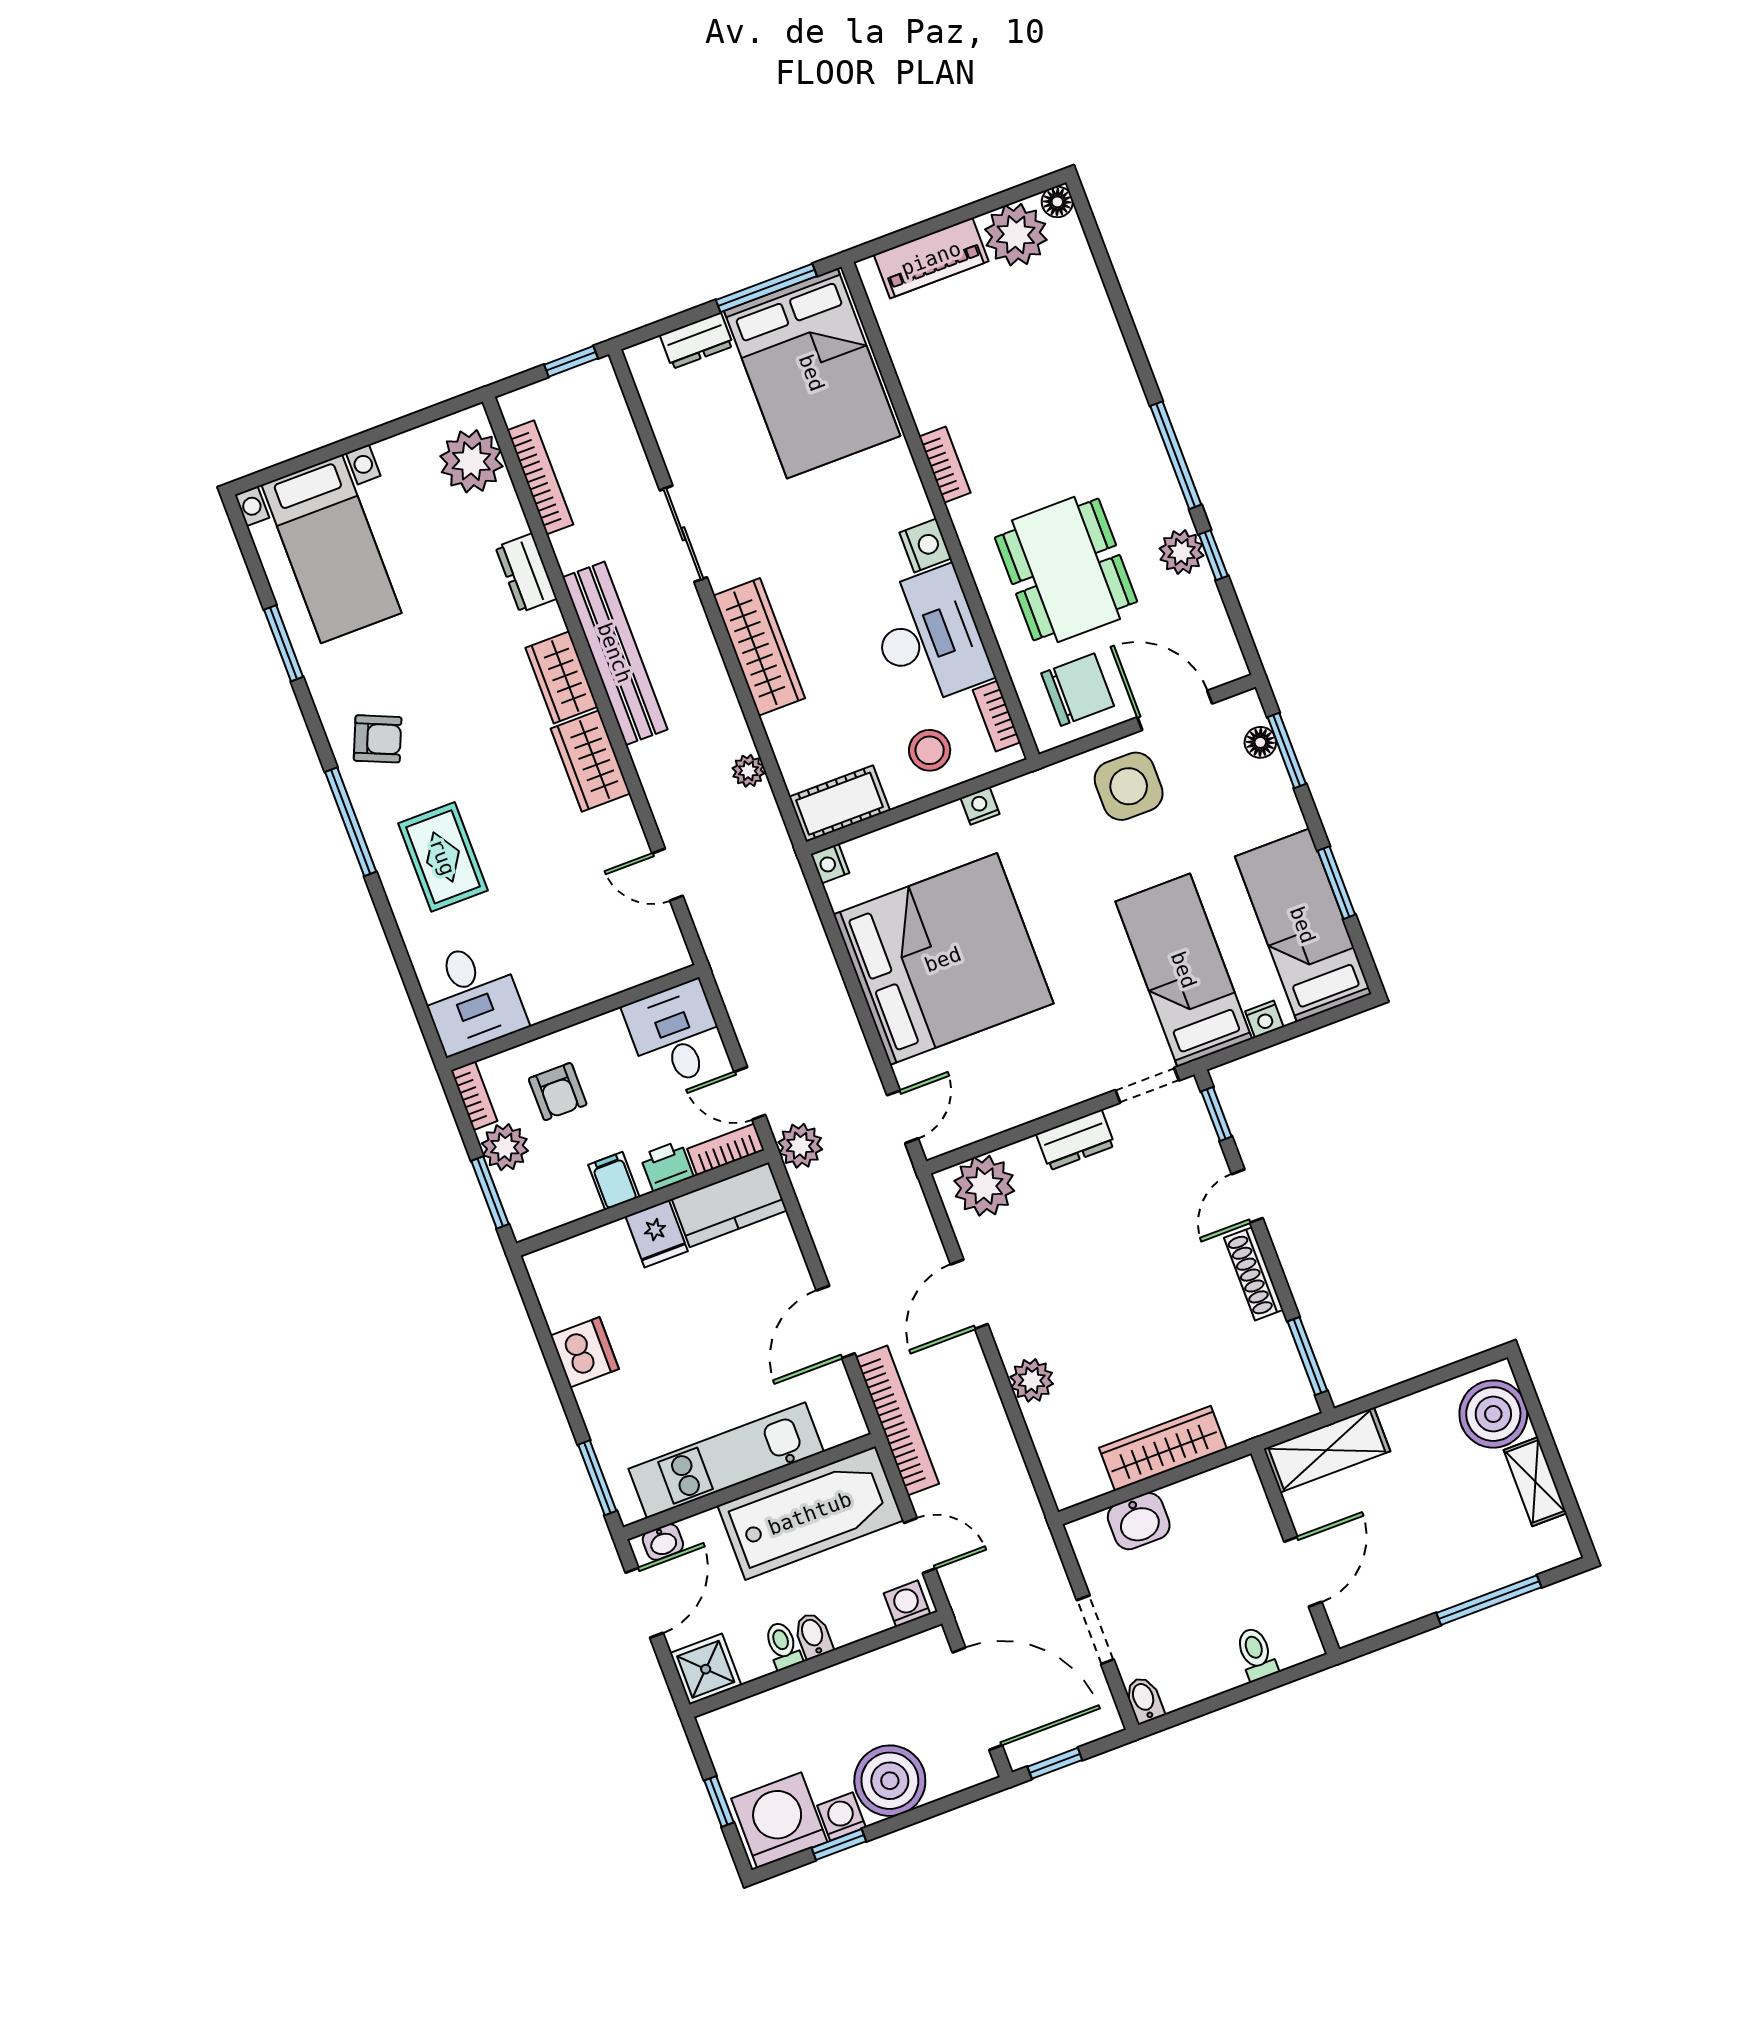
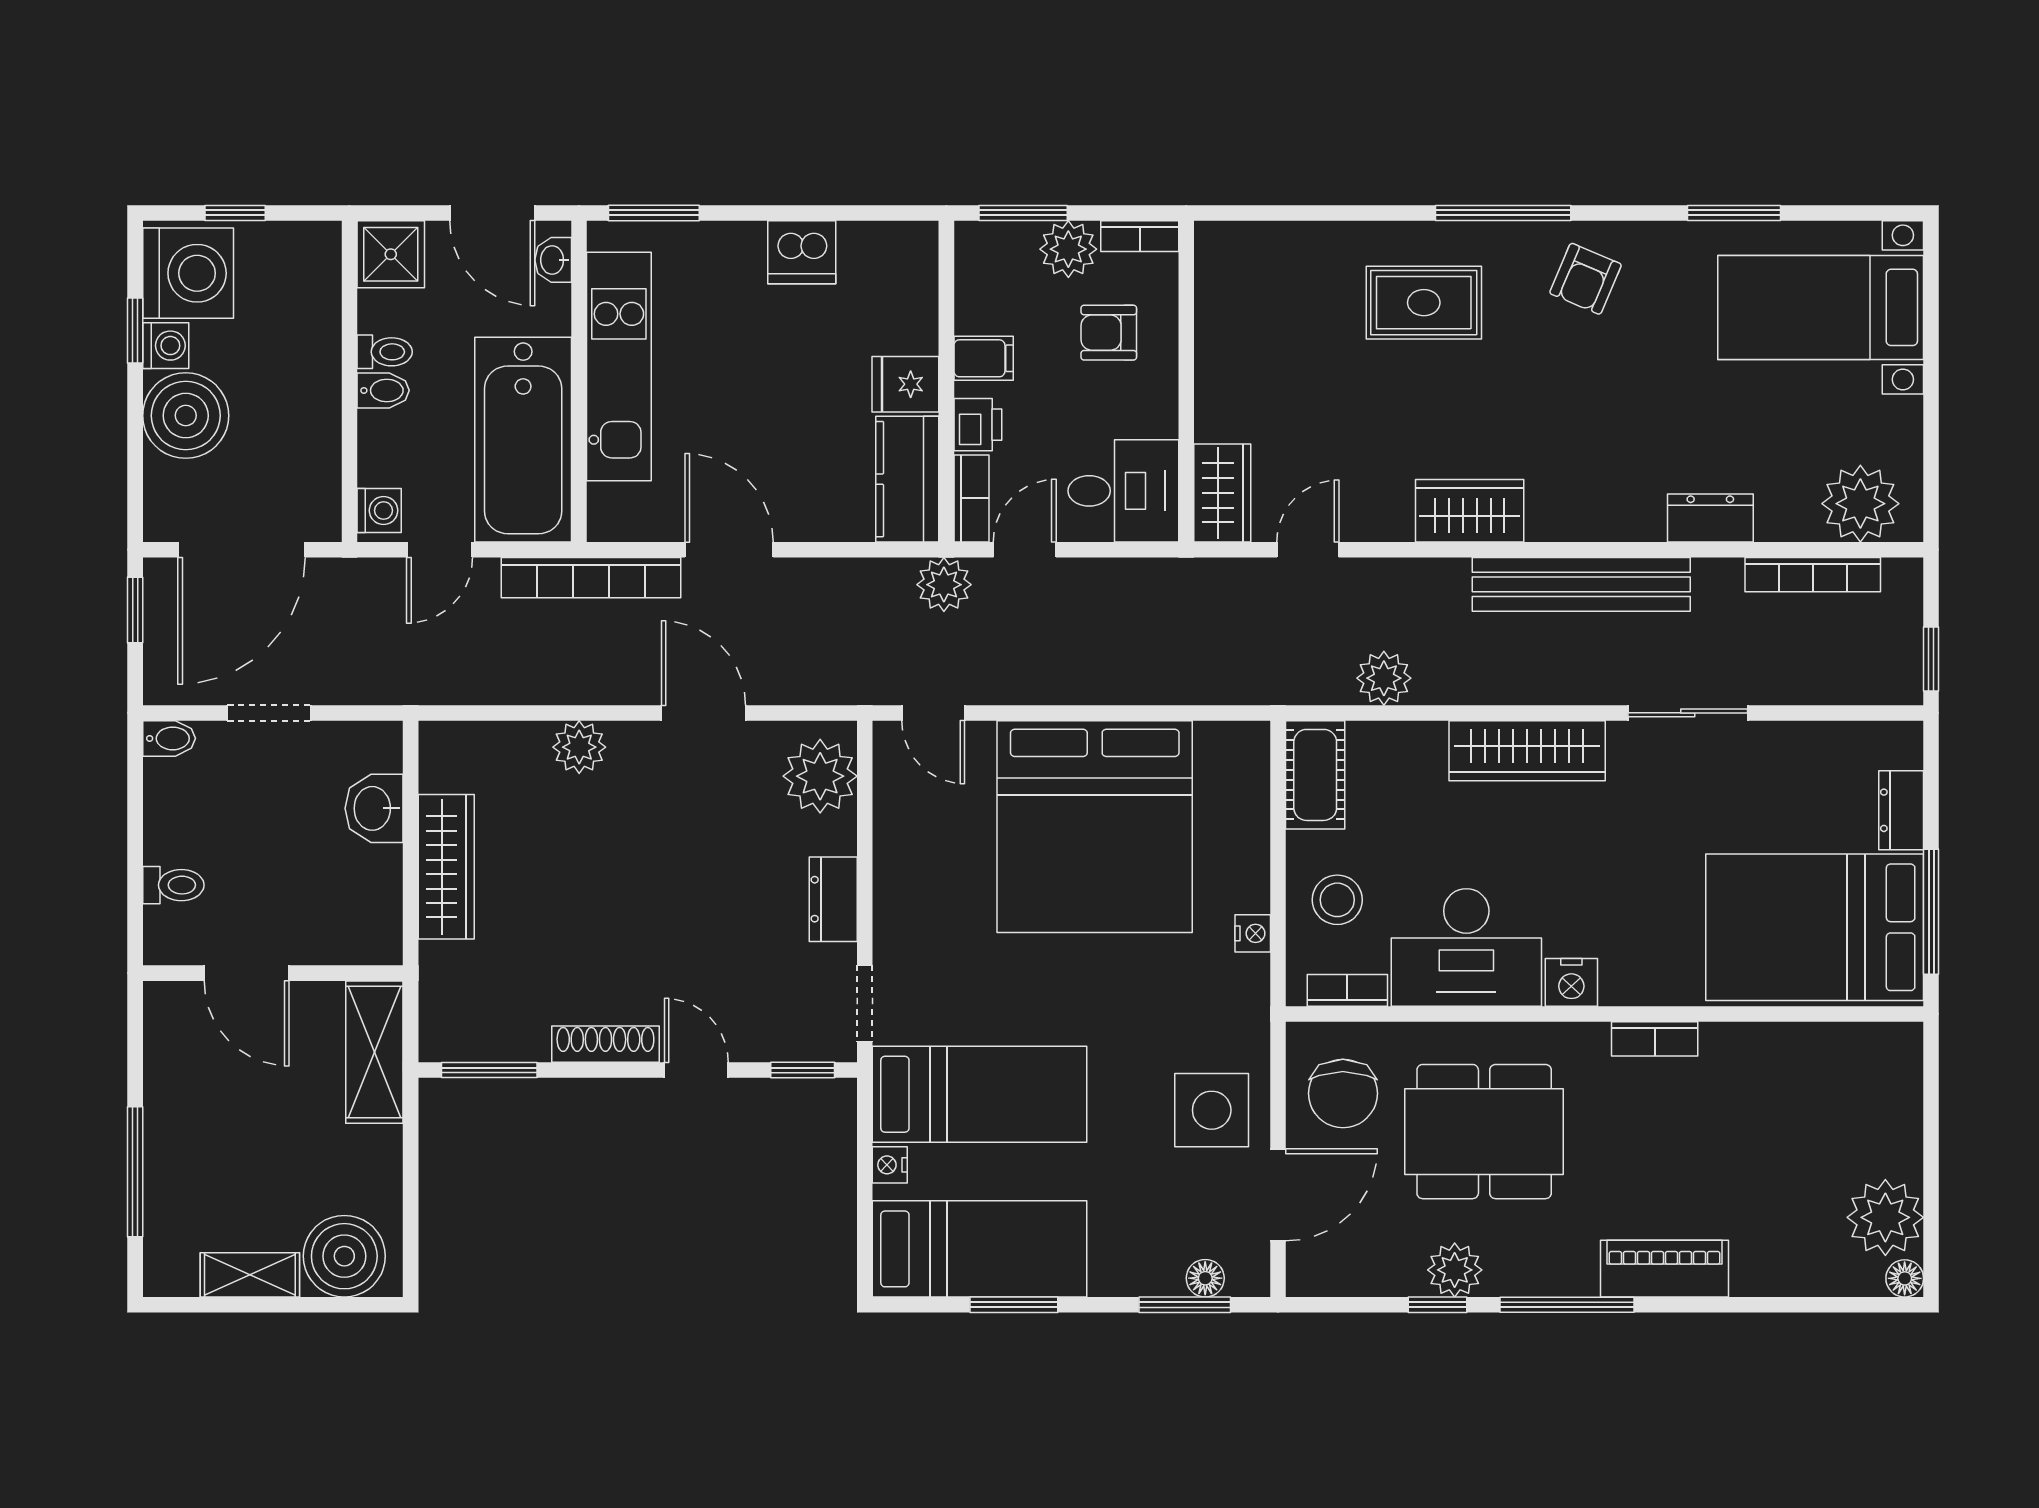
piano: (931, 258) -> (1665, 1269), moved, turned 90
wardrobe: (562, 677) -> (1222, 493), moved, turned 90
plant: (748, 771) -> (1384, 678), width x1.38, depth x1.38
nightstand: (830, 864) -> (1251, 739), removed
desk: (471, 997) -> (1253, 275), removed

